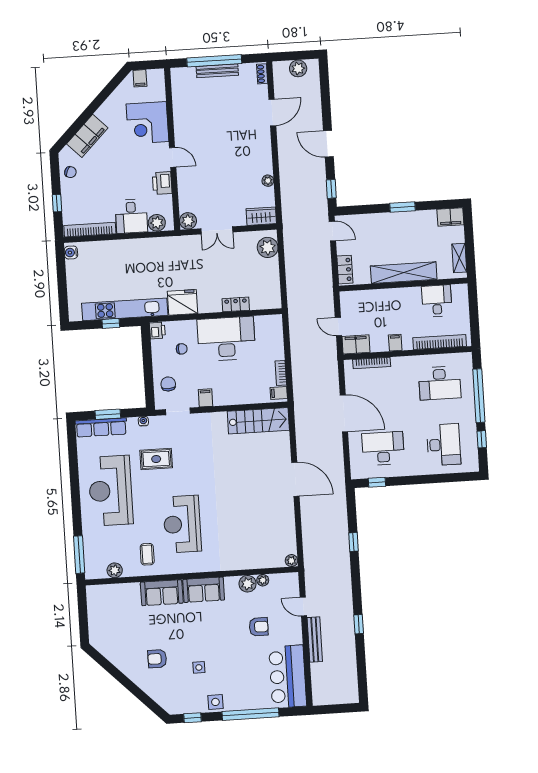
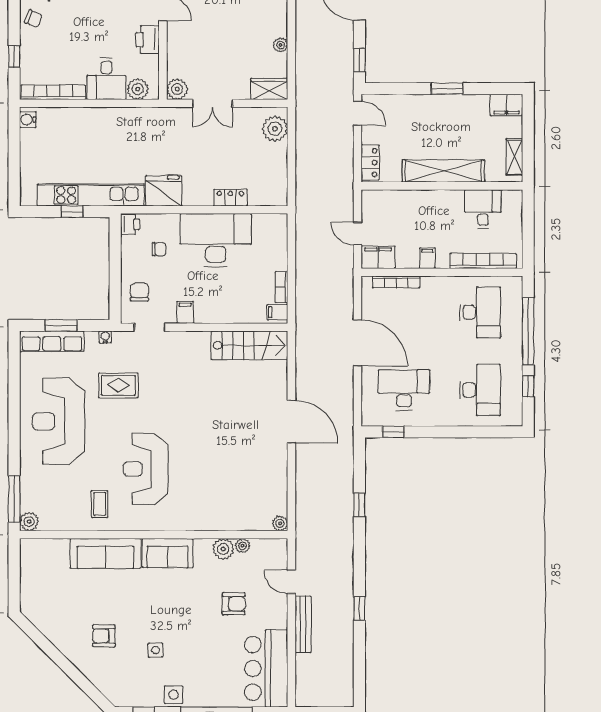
desk: (440, 383) -> (480, 312), turned -90
plant: (115, 570) -> (29, 522), moved
sofa: (162, 593) -> (105, 553), width x1.36

